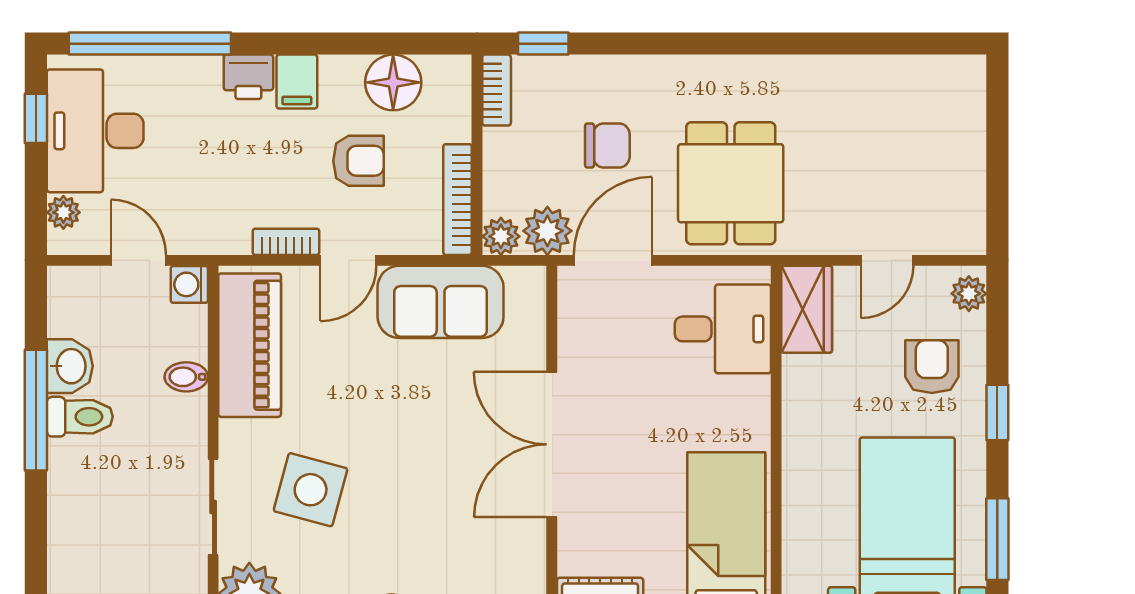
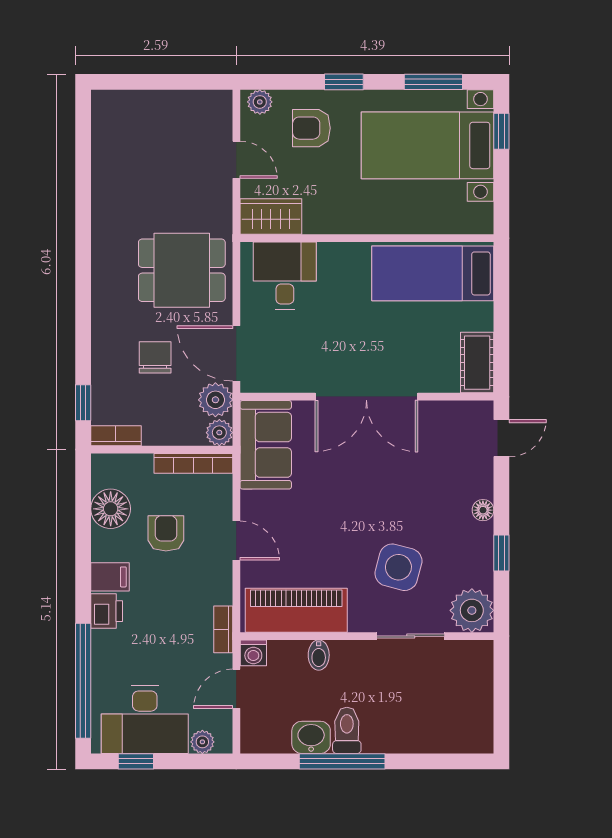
bookcase: (286, 242) -> (223, 629), moved
sofa: (441, 302) -> (266, 445), moved

